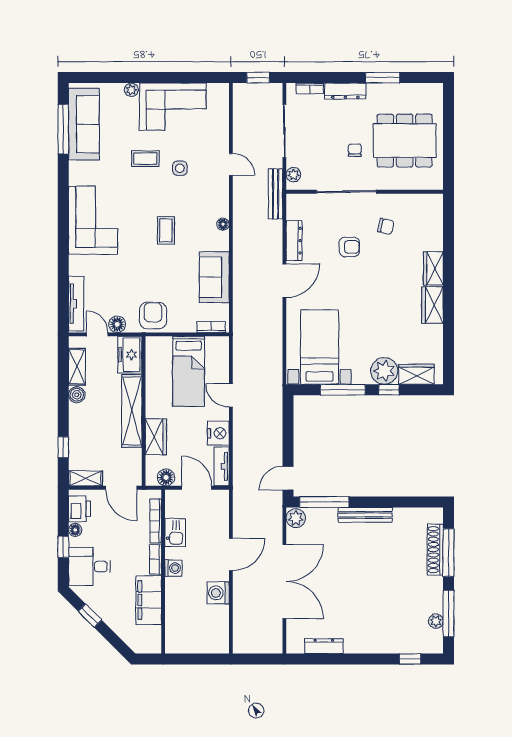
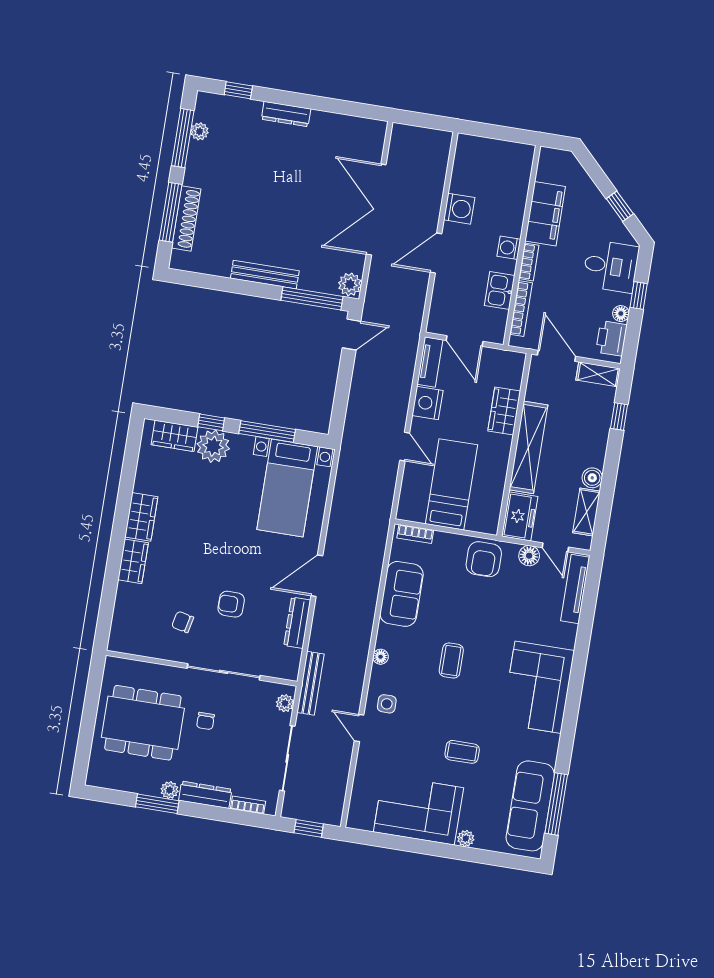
plant: (375, 90) -> (170, 790), added
side table: (180, 168) -> (387, 704), moved
floor lamp: (166, 477) -> (500, 360), removed
dresser: (324, 646) -> (286, 114), moved

